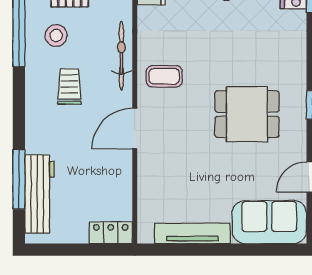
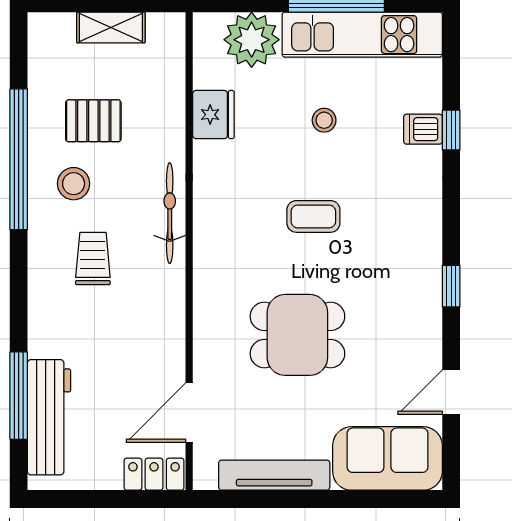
coffee table: (164, 76) -> (313, 216), moved
dining table: (247, 114) -> (297, 335), moved
door: (135, 129) -> (189, 413), moved

